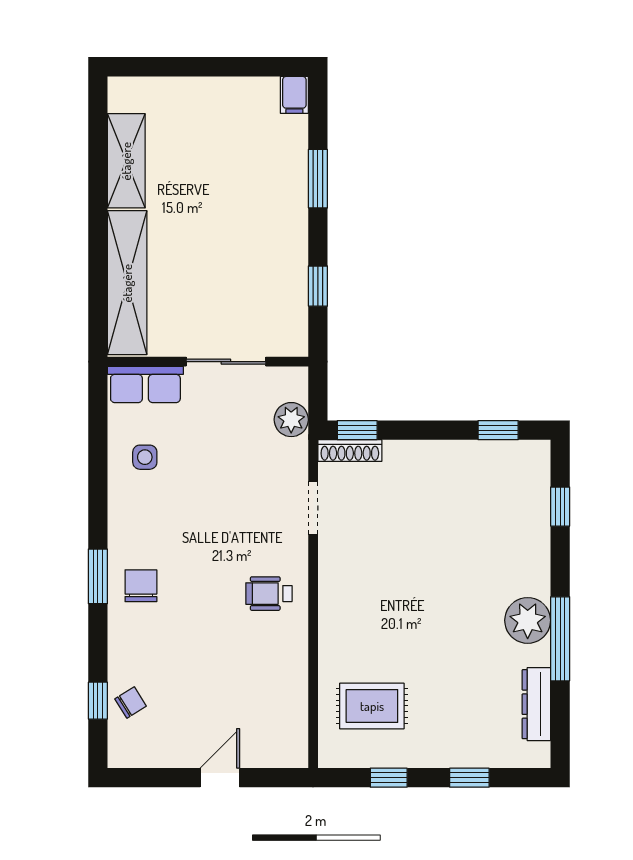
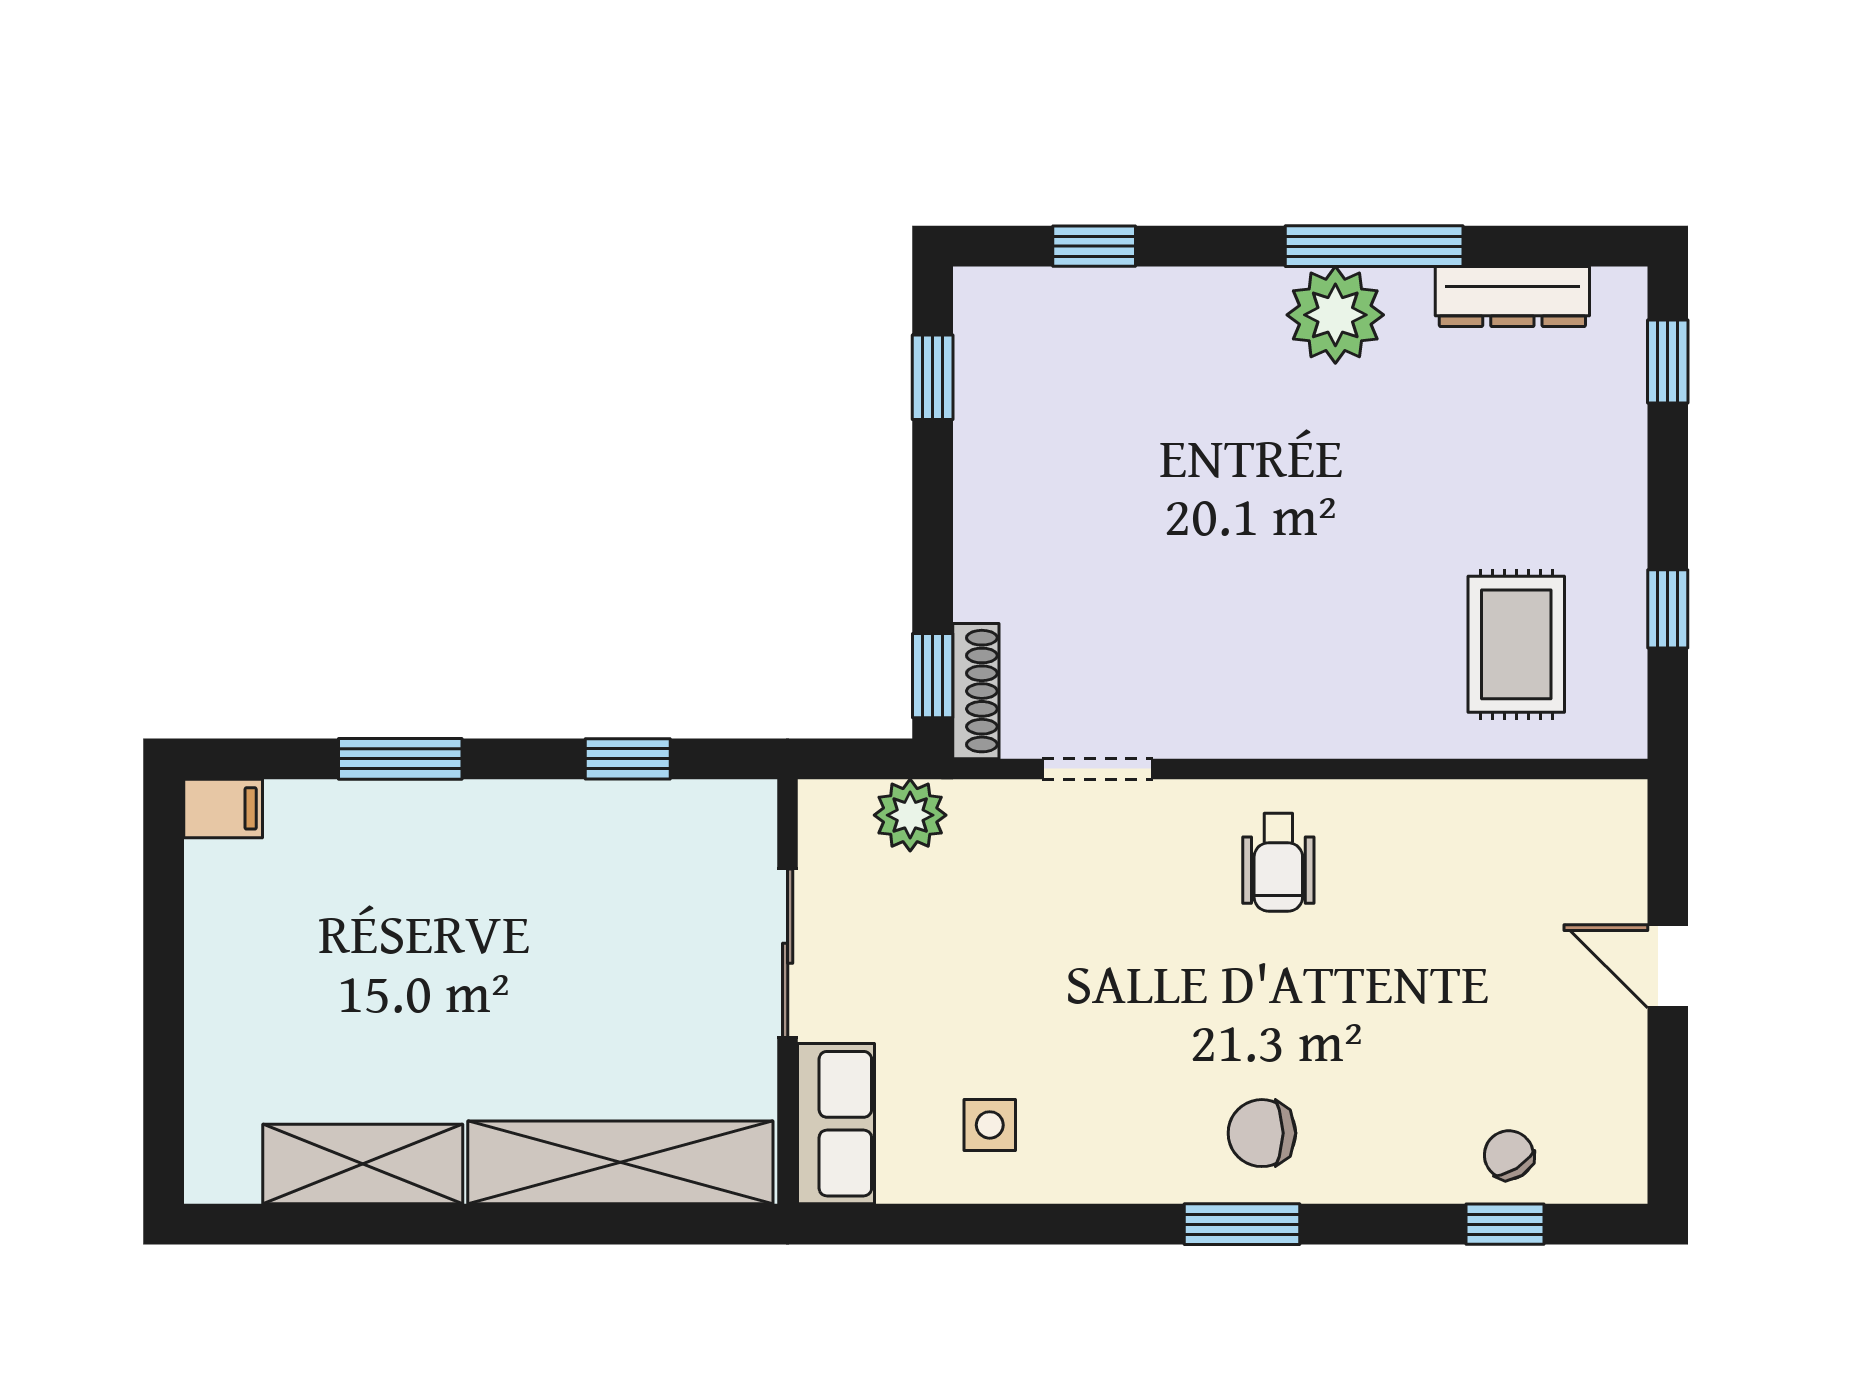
window: (469, 778) -> (1668, 361), moved

